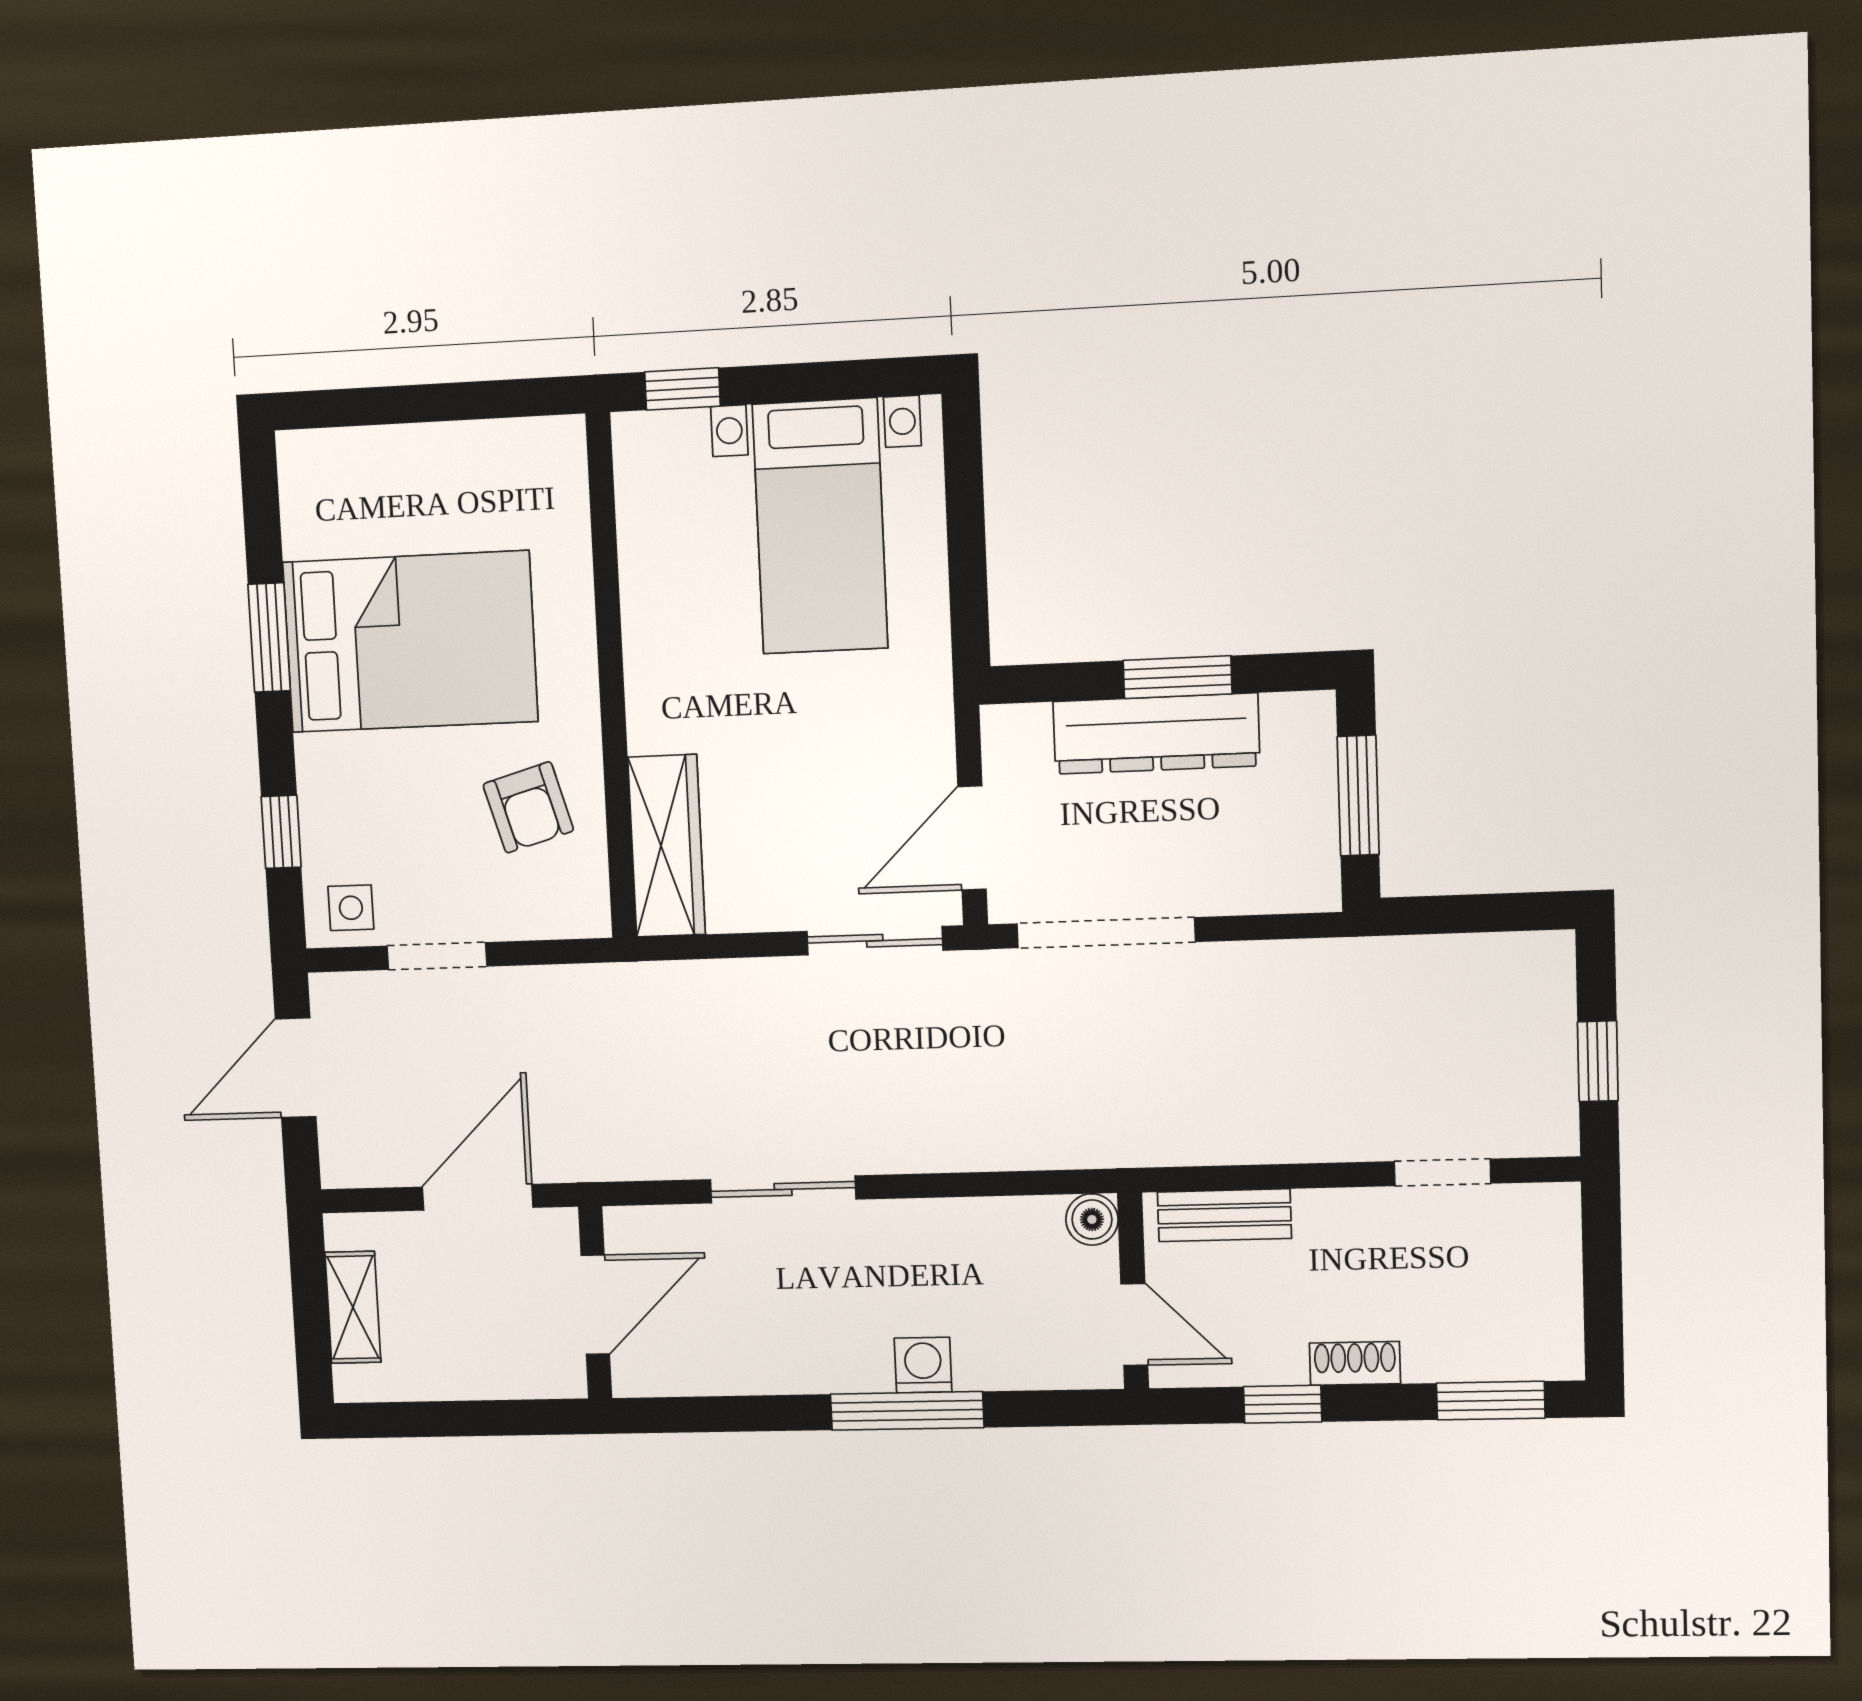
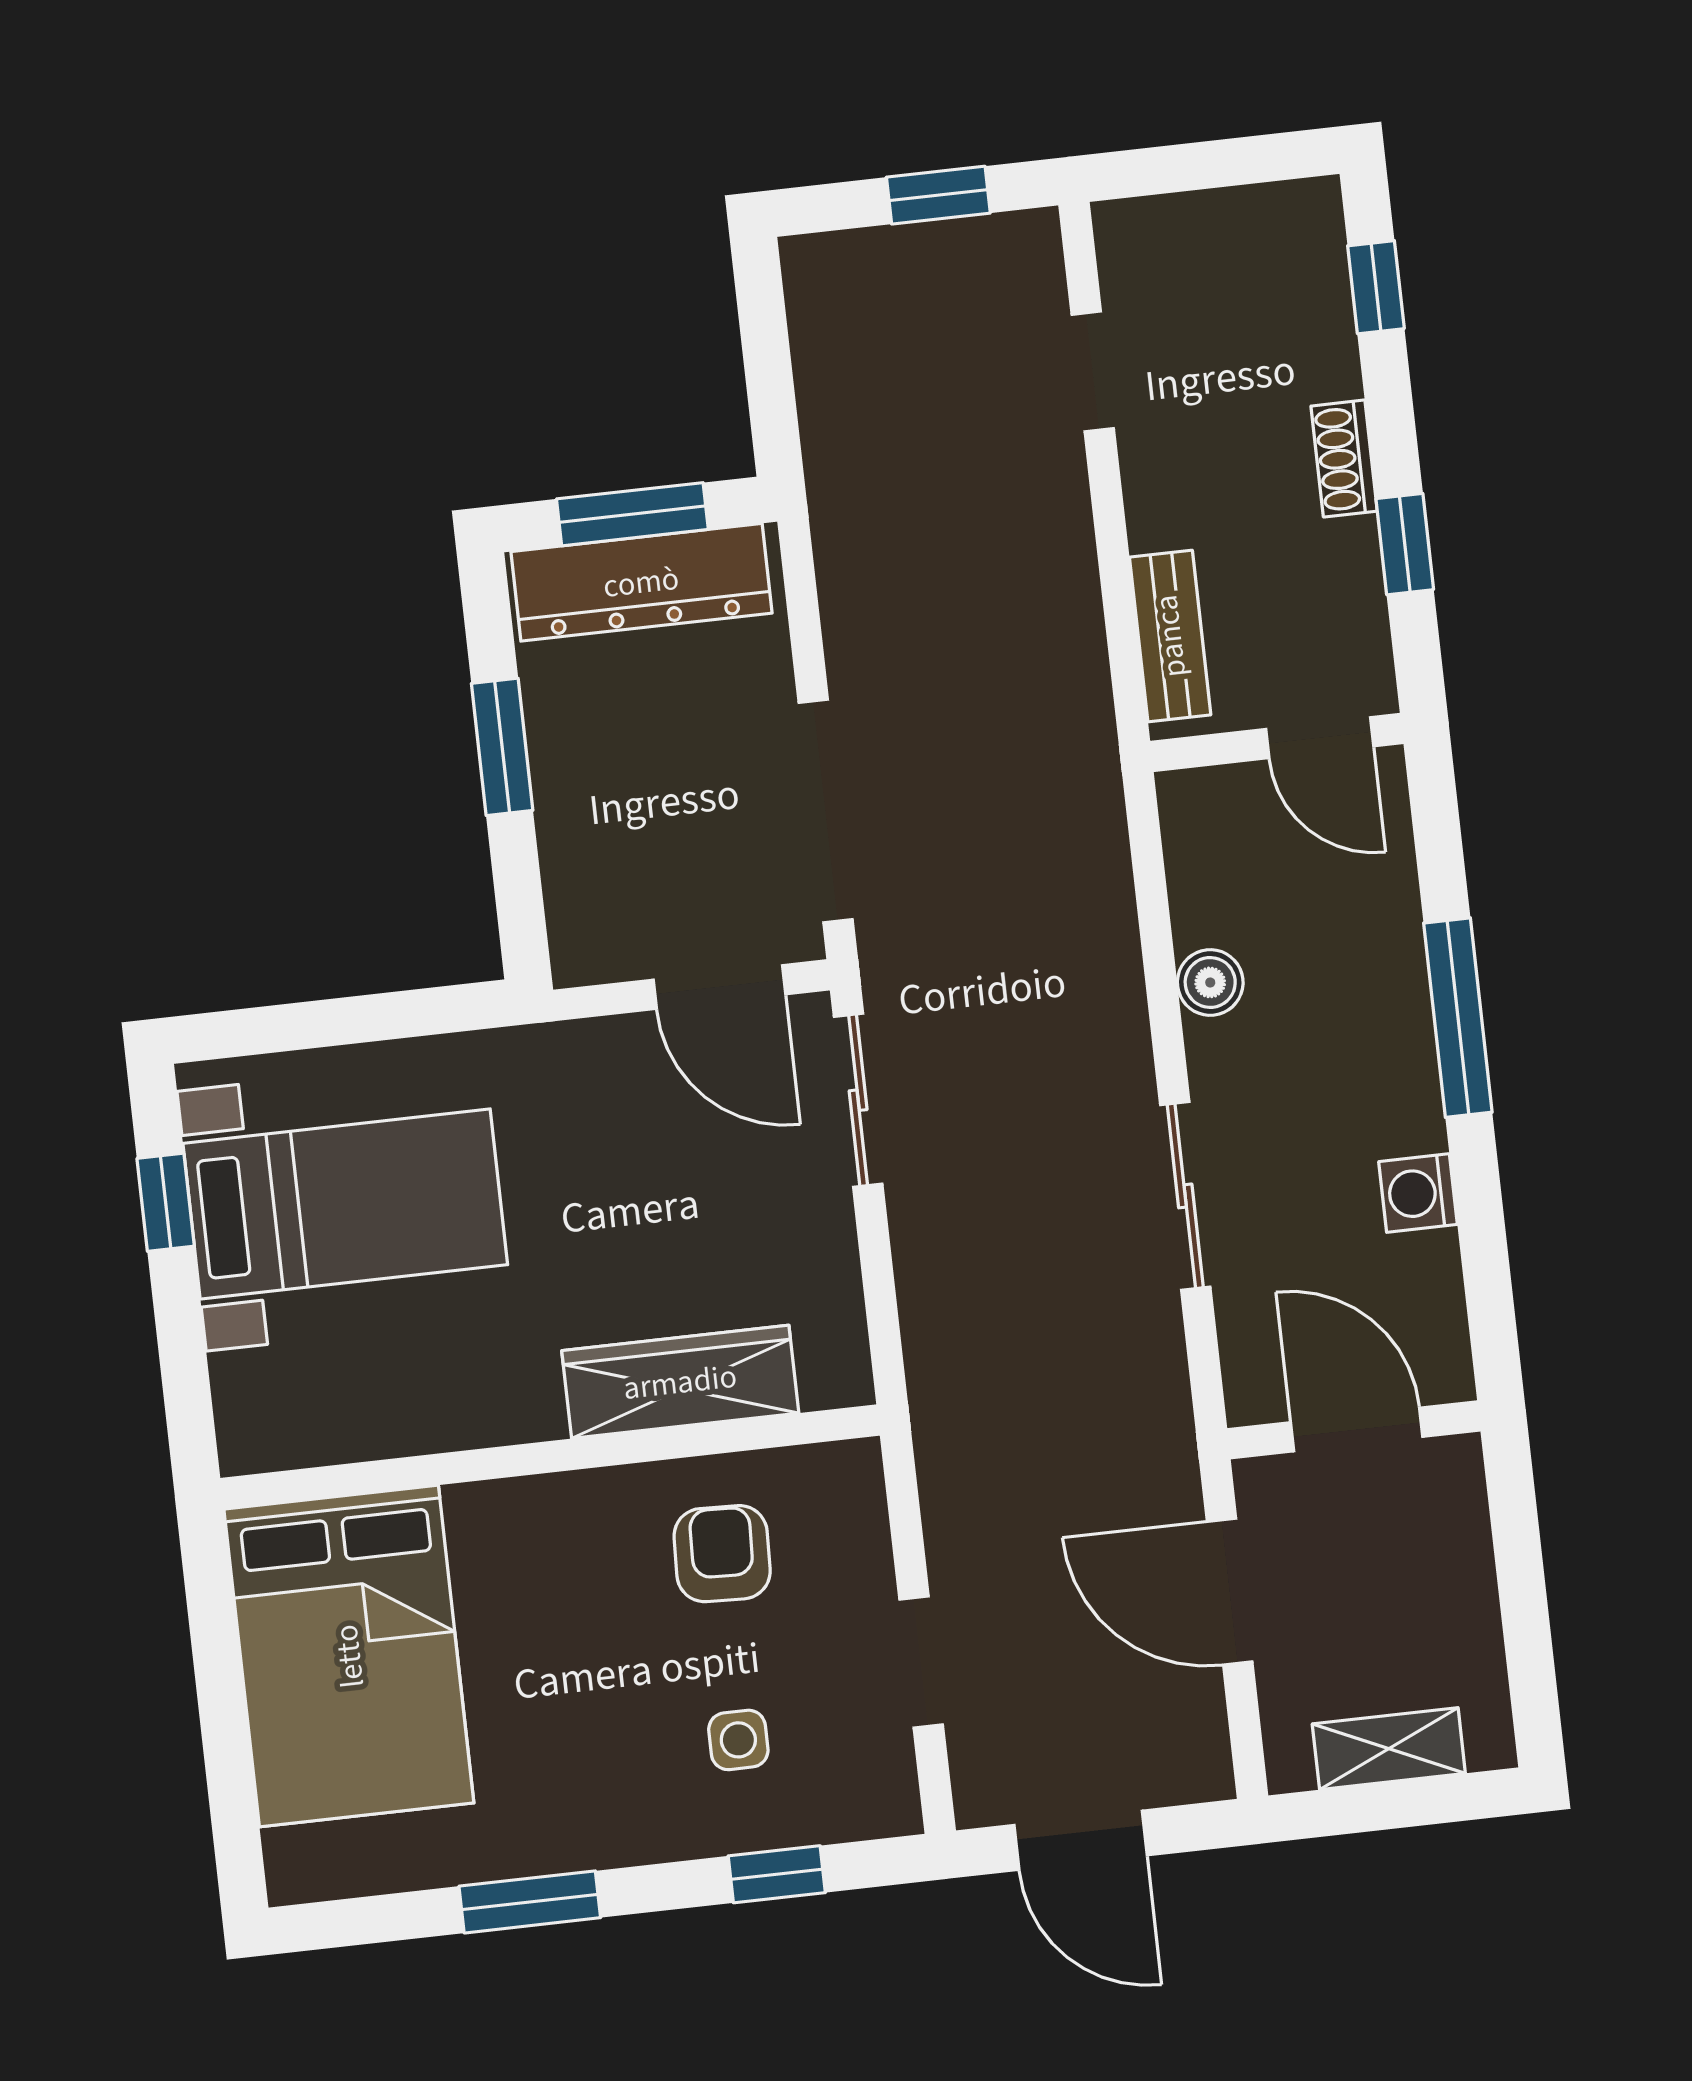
window: (682, 389) -> (166, 1202), moved
bed: (410, 642) -> (349, 1656), moved, turned 180
dresser: (1156, 734) -> (641, 582), moved, turned 90
armchair: (528, 807) -> (722, 1554), turned -72
wardrobe: (666, 846) -> (680, 1382), moved
side table: (351, 908) -> (738, 1740), moved
boiler: (1092, 1219) -> (1210, 982), moved
door: (1134, 1325) -> (1320, 738), swing flipped
washing machine: (923, 1365) -> (1418, 1193), moved
window: (1491, 1401) -> (1376, 287), width x0.67

